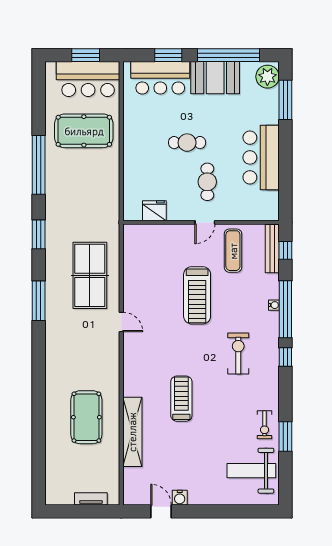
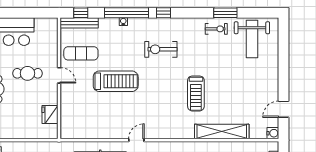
treadmill: (181, 399) -> (196, 93), turned -90
water cooler: (180, 498) -> (273, 133), moved

